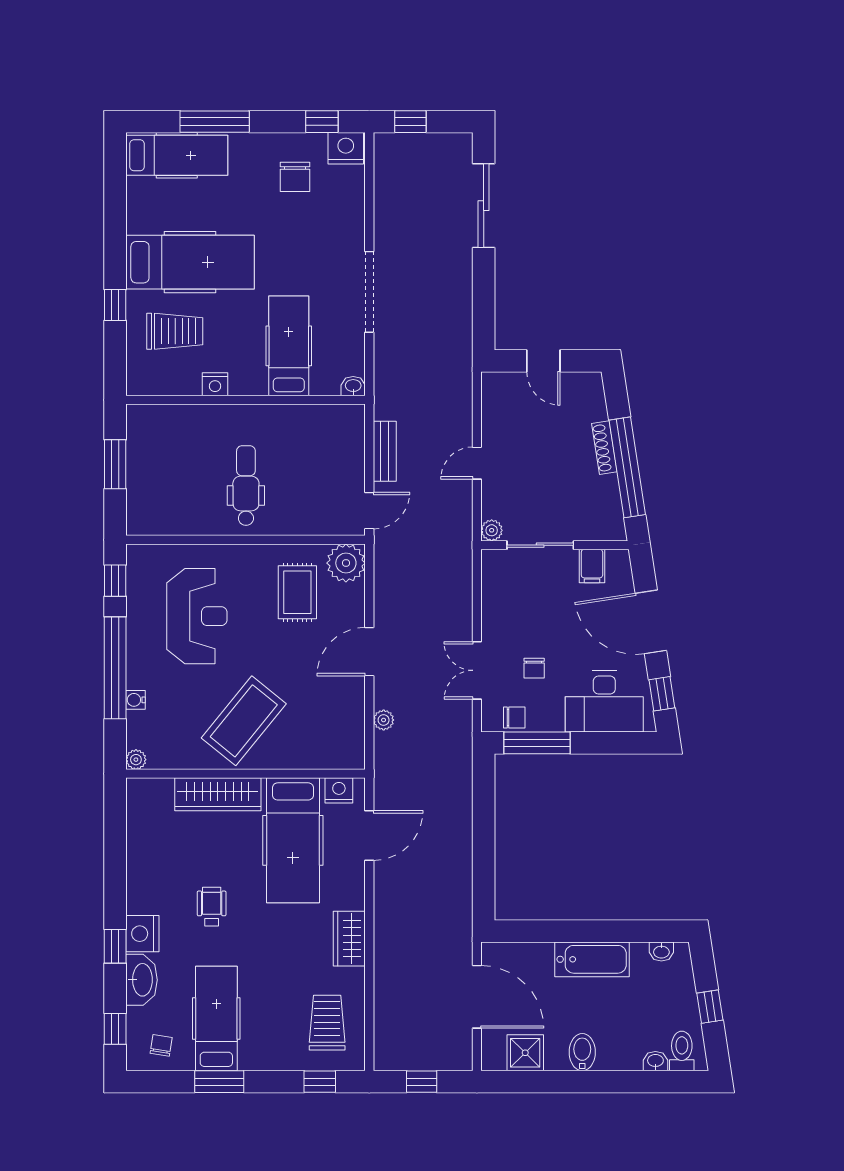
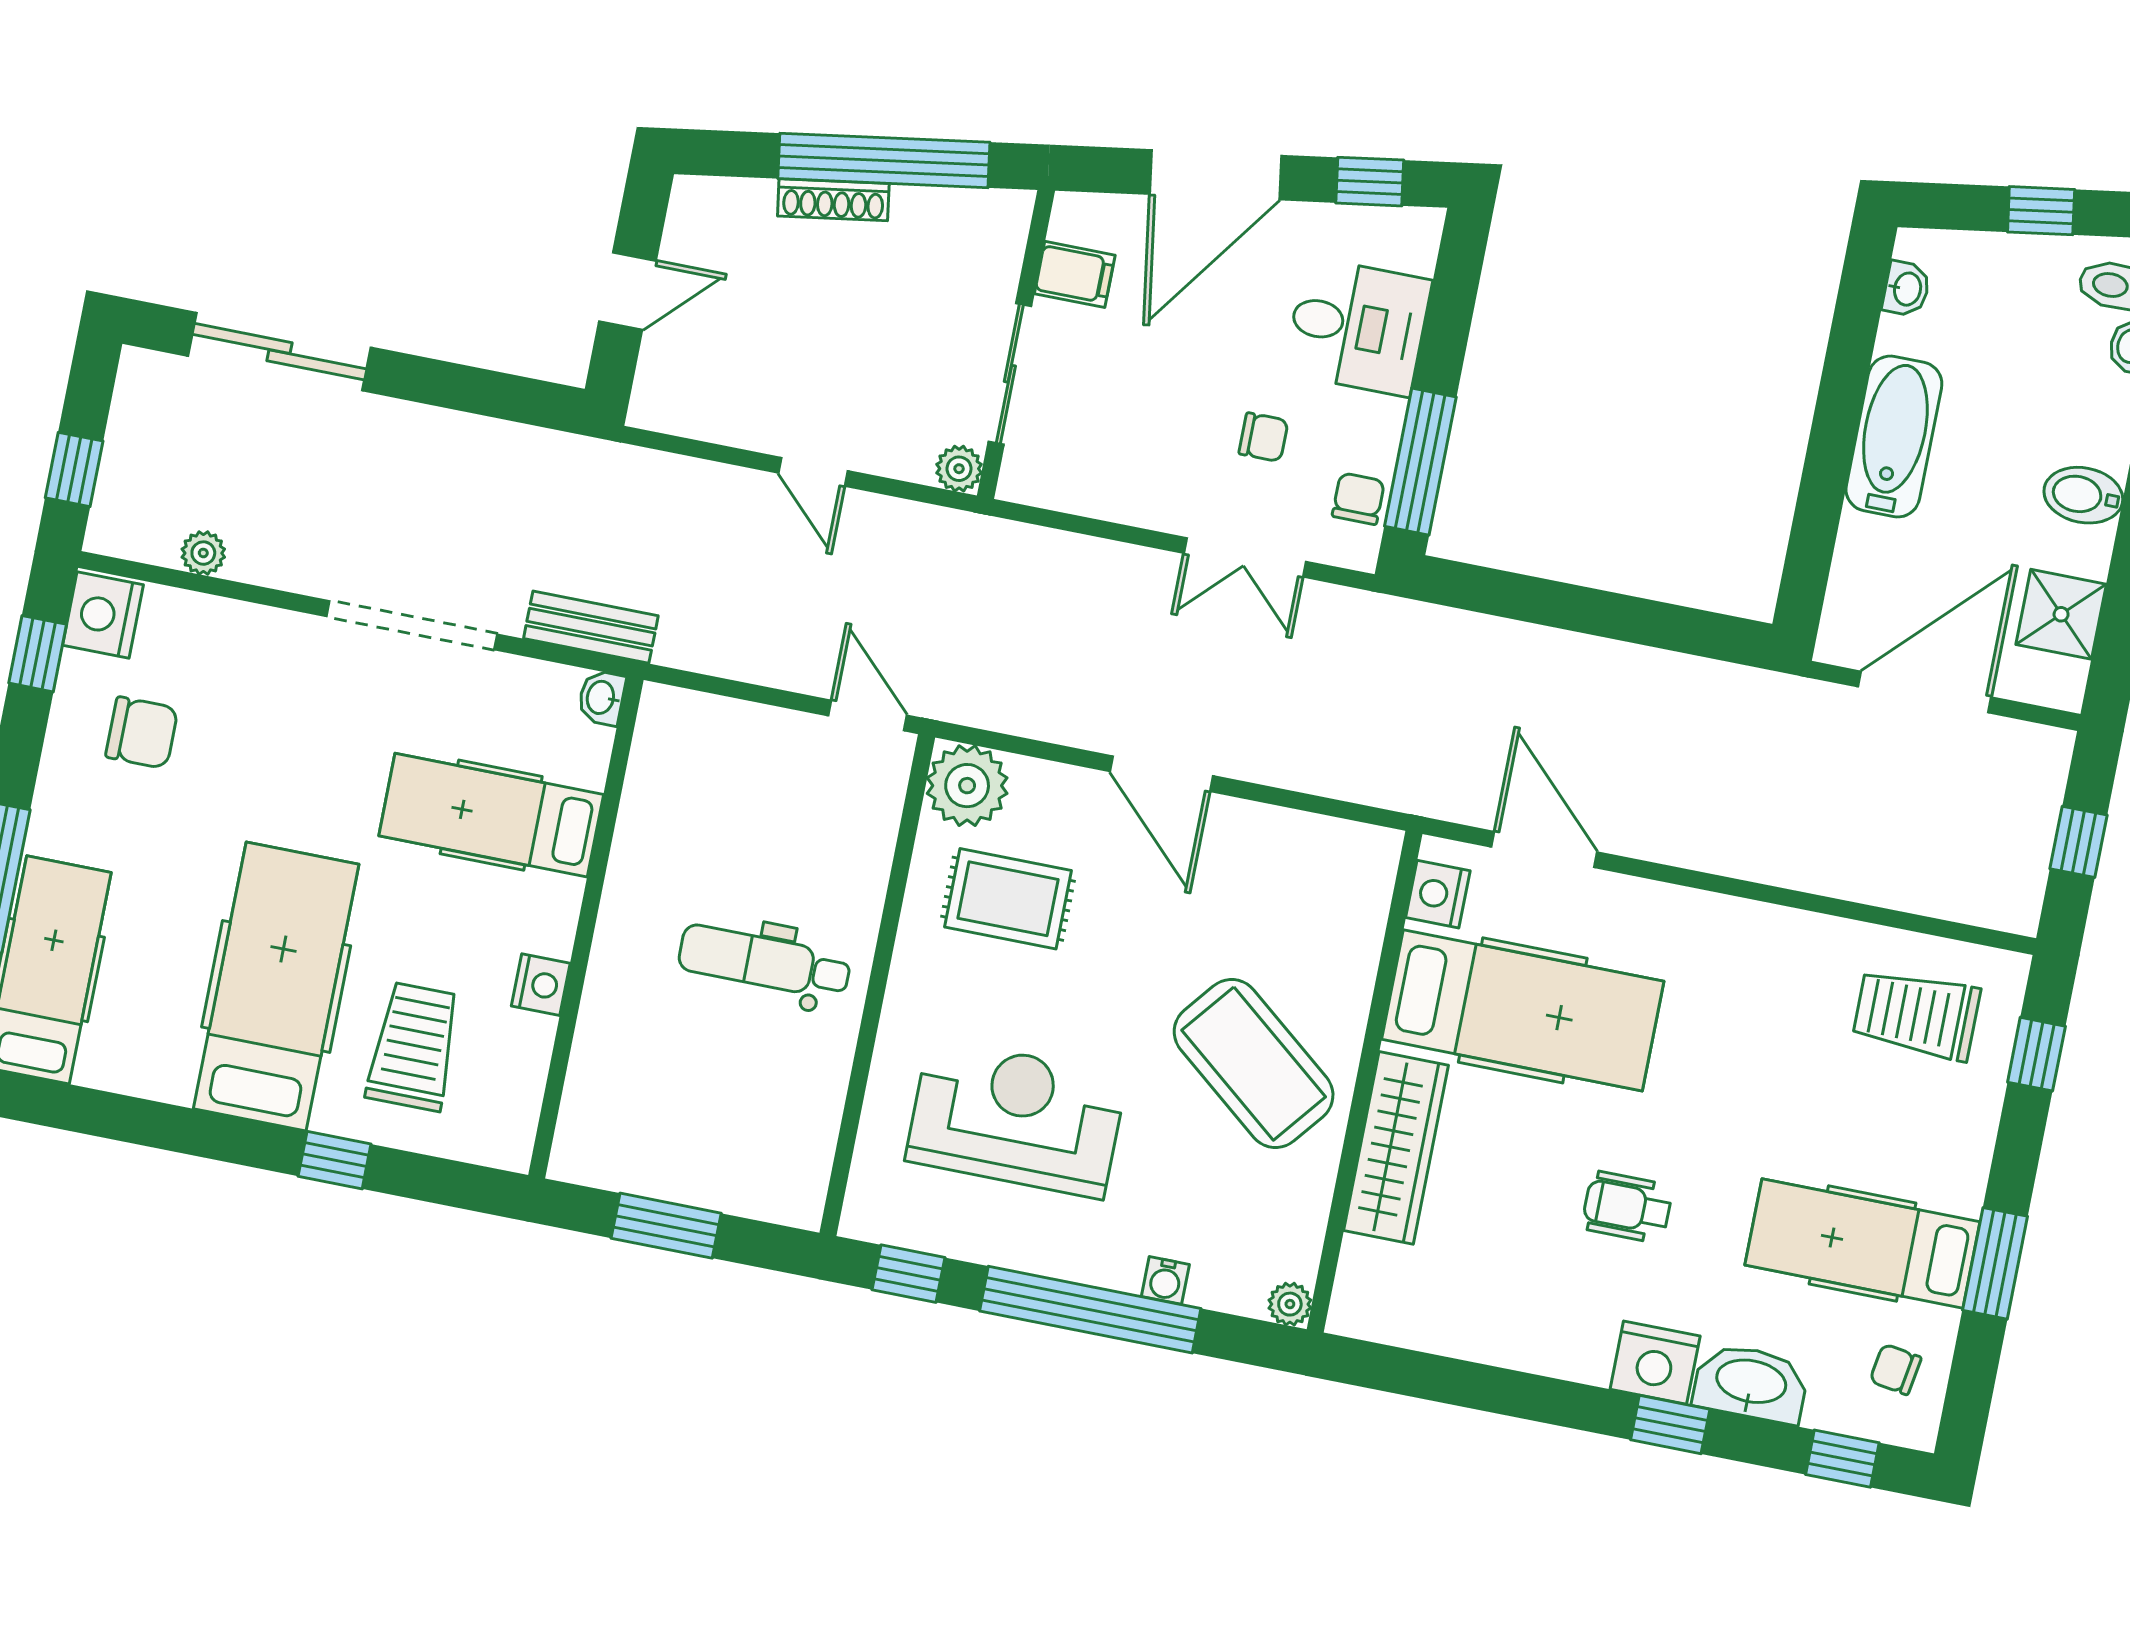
bench: (385, 451) -> (591, 627), moved
desk: (604, 701) -> (1358, 327), width x0.73
plant: (384, 720) -> (203, 553), moved
wardrobe: (349, 939) -> (1751, 934), removed

